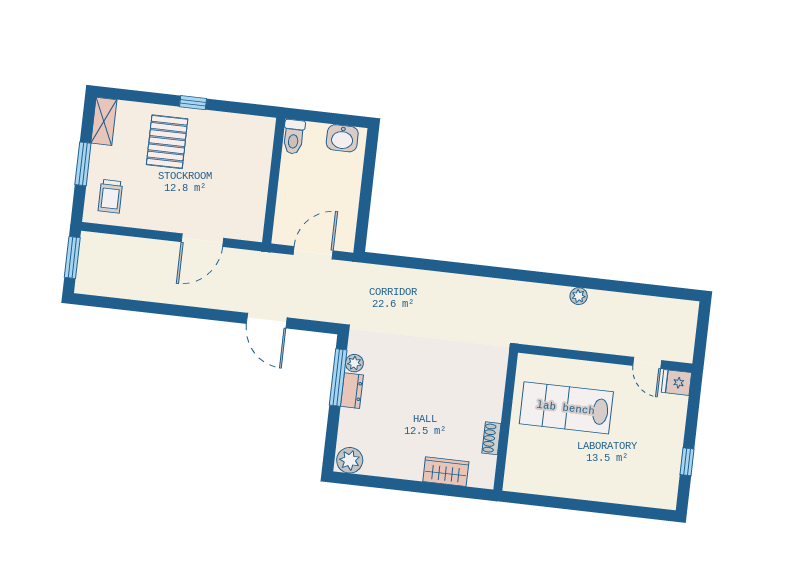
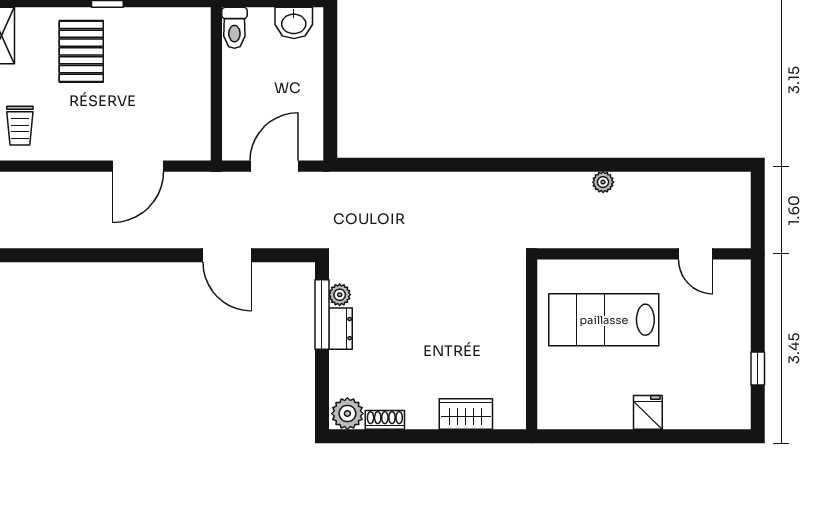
fridge: (676, 382) -> (648, 412), moved, turned 90
shoe rack: (491, 438) -> (385, 420), moved, turned 90

